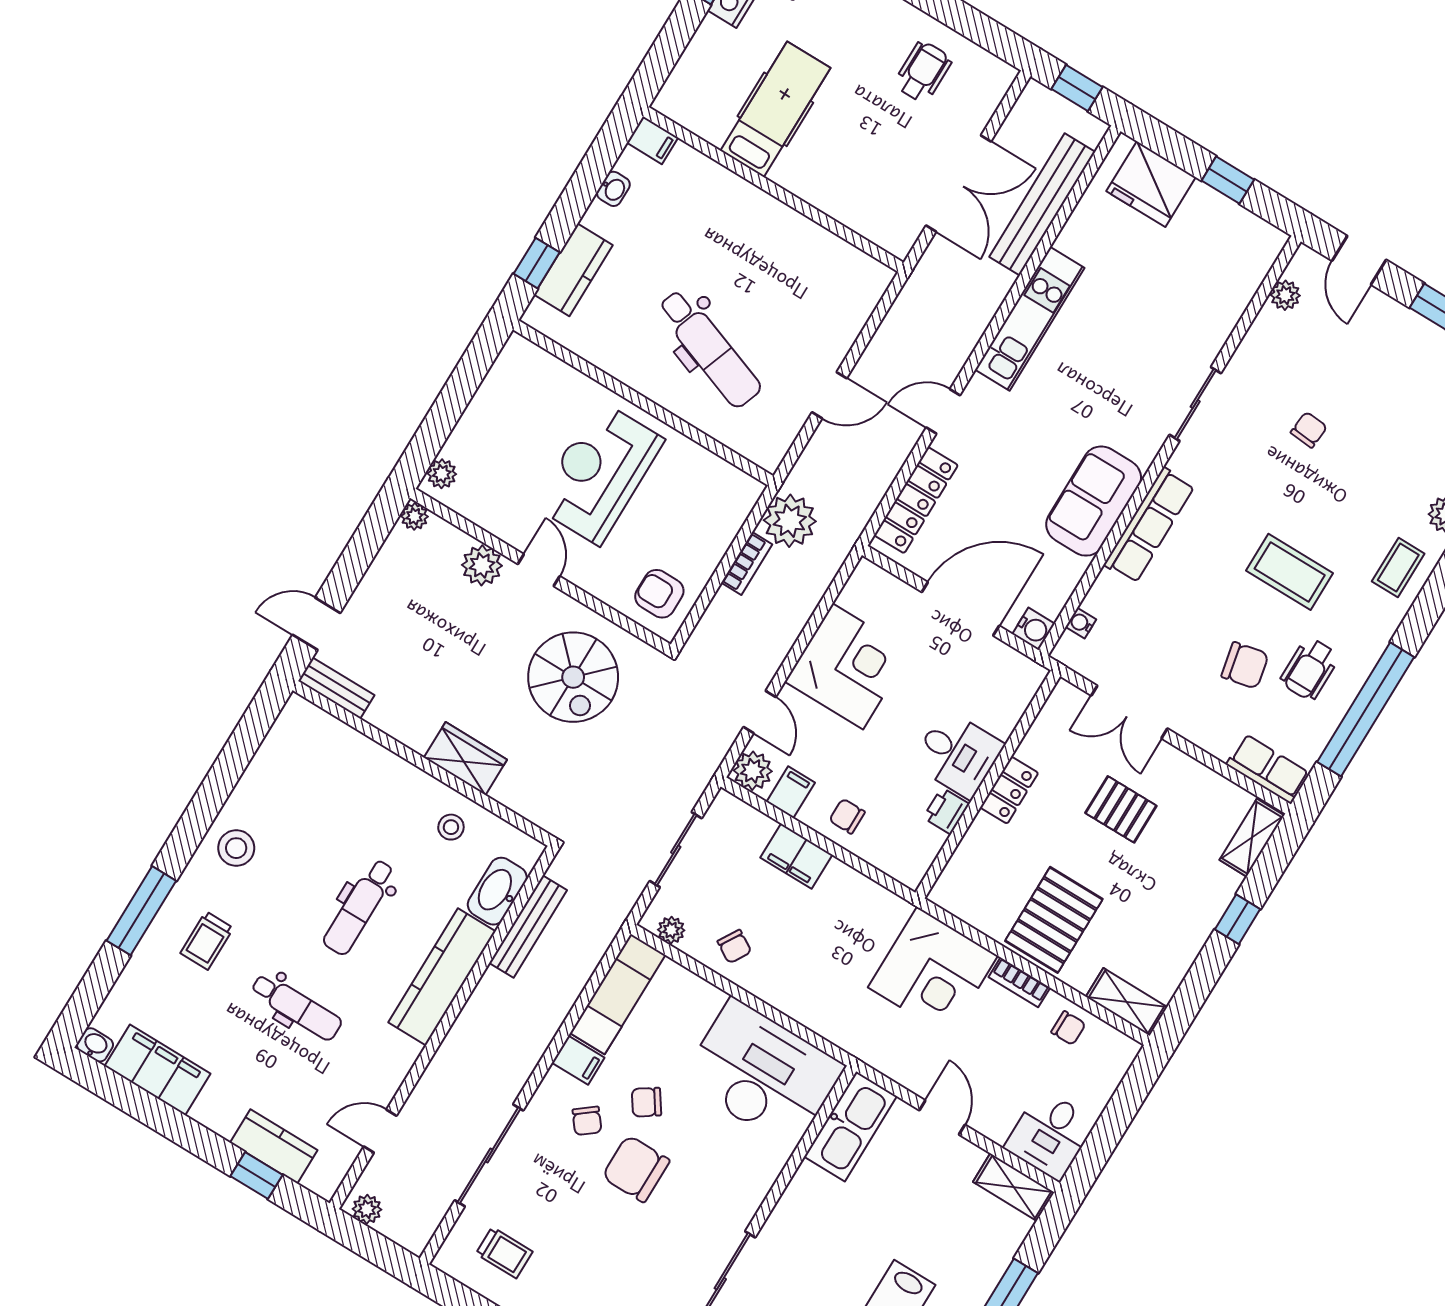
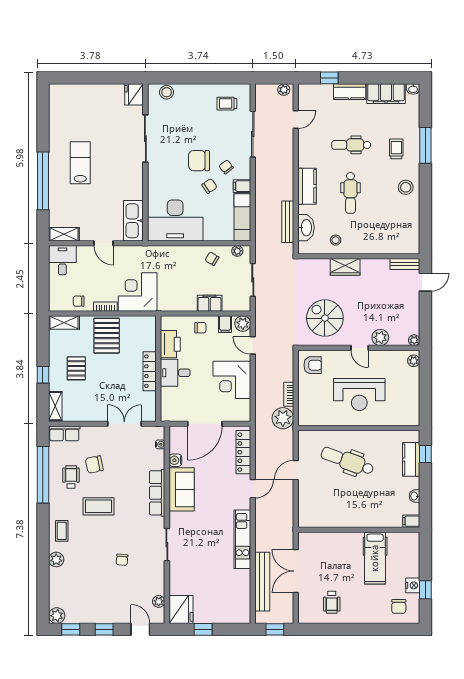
fridge: (1151, 184) -> (181, 609), moved, turned 90
reception desk: (599, 473) -> (359, 394), turned 90
water cooler: (1034, 629) -> (175, 460), moved
locker: (1009, 790) -> (150, 371), width x1.53
pallet: (1121, 809) -> (76, 368), moved, turned 90
printer: (946, 811) -> (170, 344), width x1.87, depth x1.48
dental chair: (359, 907) -> (351, 193), turned 180
kitchen counter: (442, 977) -> (307, 186), width x0.67
kitchen counter: (274, 1146) -> (350, 92), moved
chair: (636, 1169) -> (199, 161), turned 180

